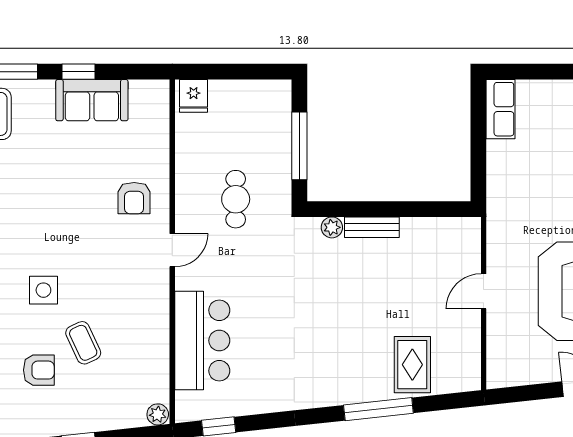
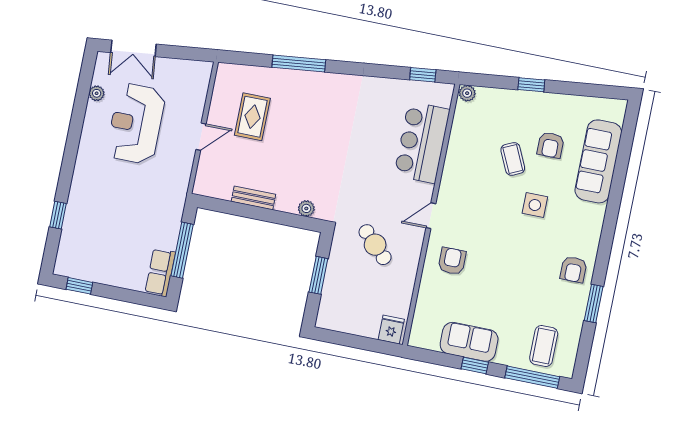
window: (478, 143) -> (182, 250), added
window: (299, 146) -> (318, 275), width x0.69
cafe table: (236, 199) -> (375, 245), turned -45
bench: (372, 227) -> (253, 198), moved
rug: (412, 365) -> (252, 117), moved
armchair: (39, 370) -> (551, 145), turned -90

